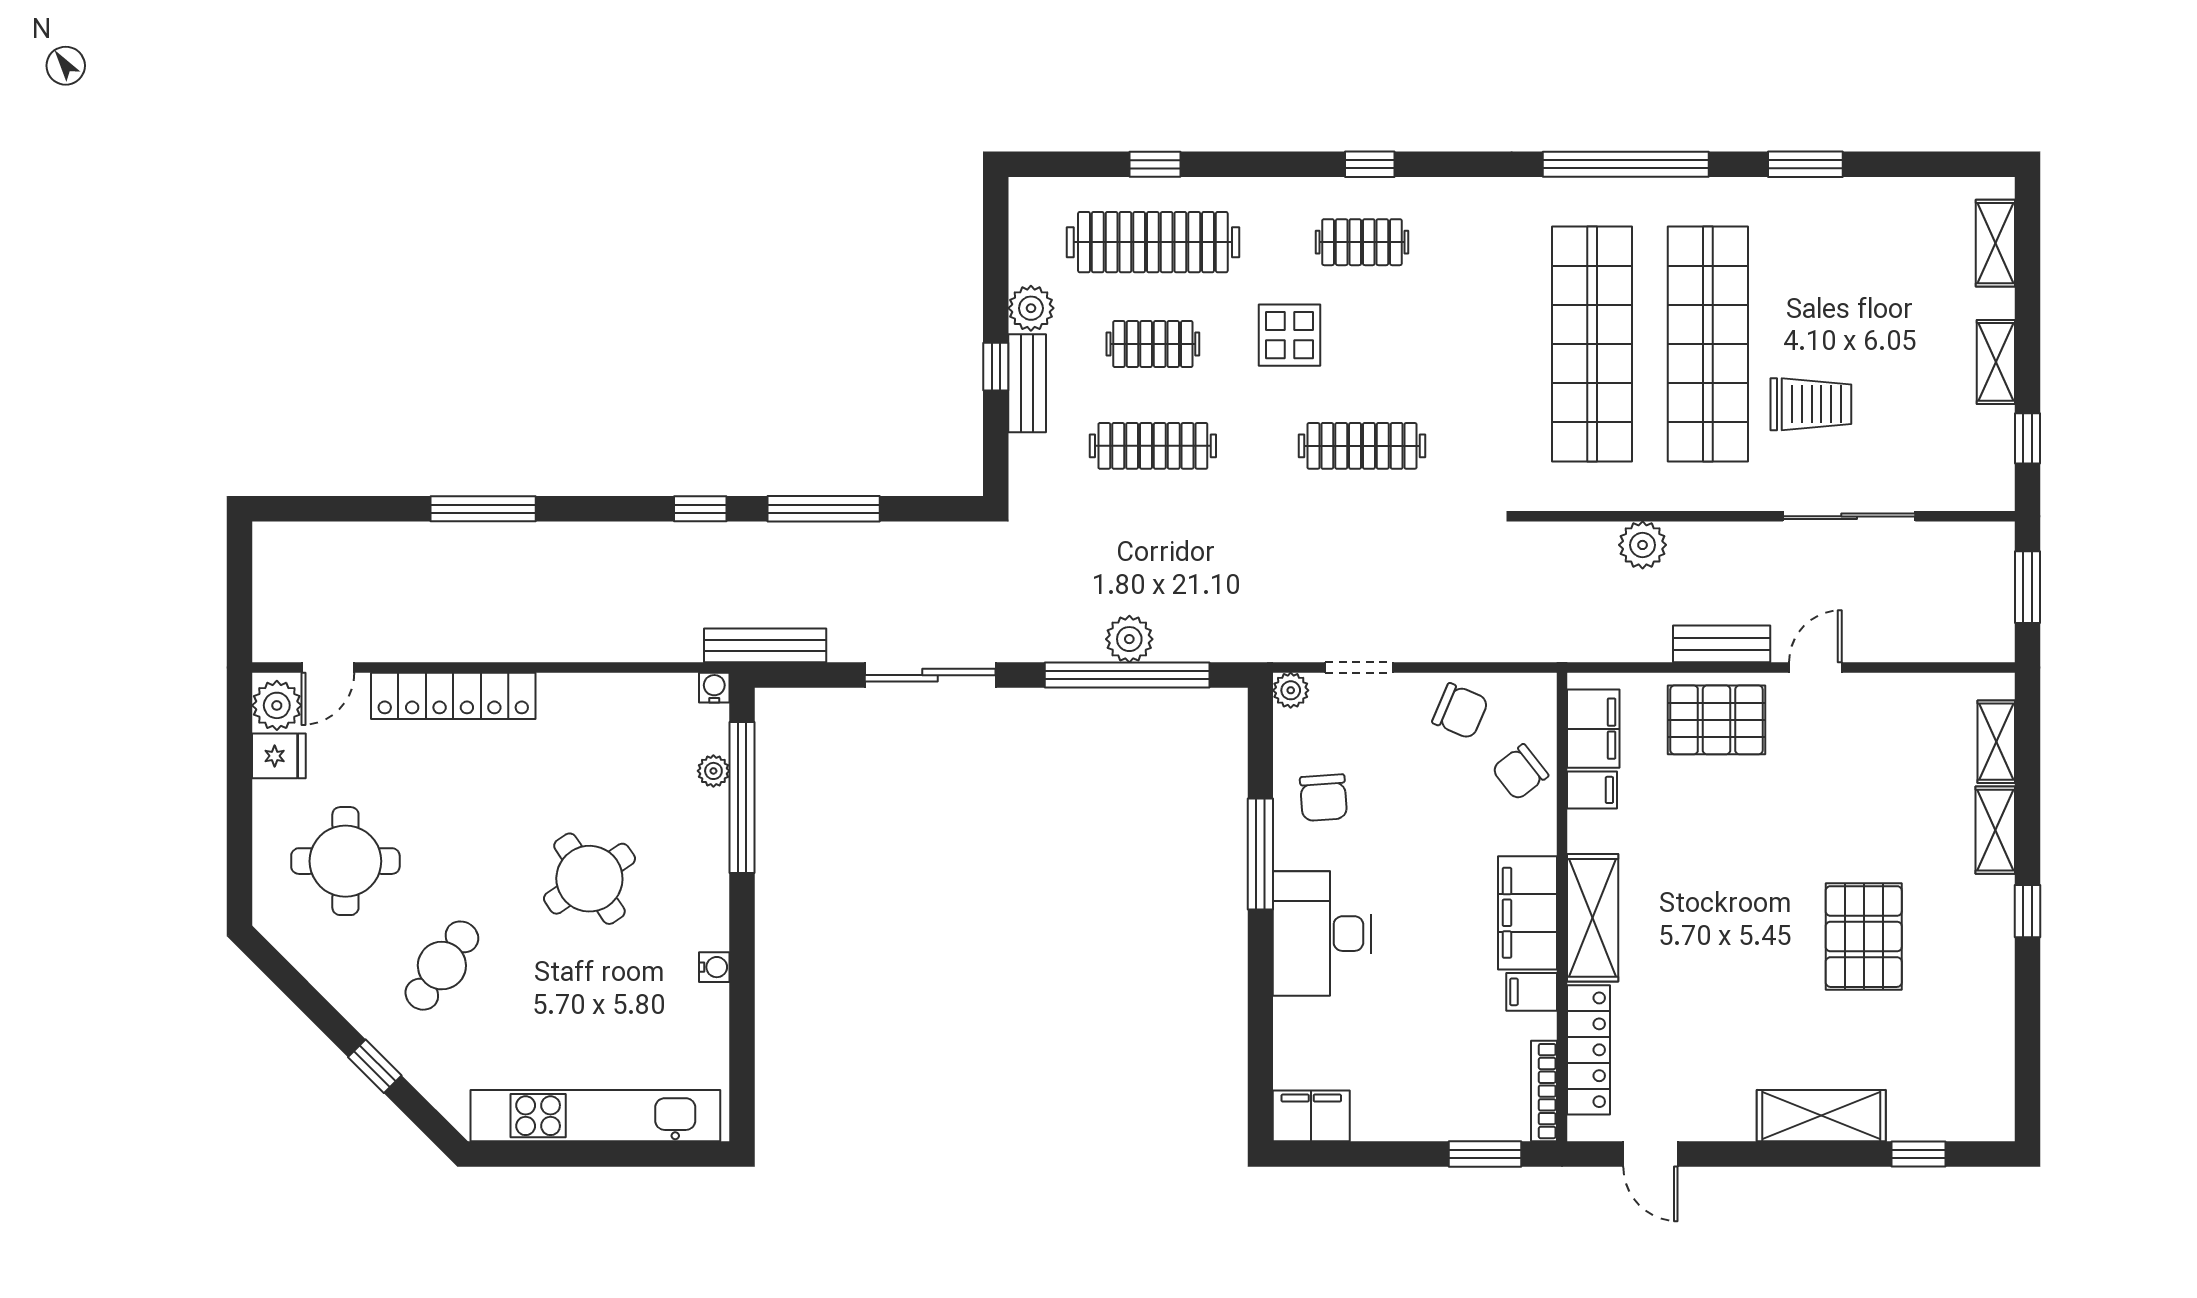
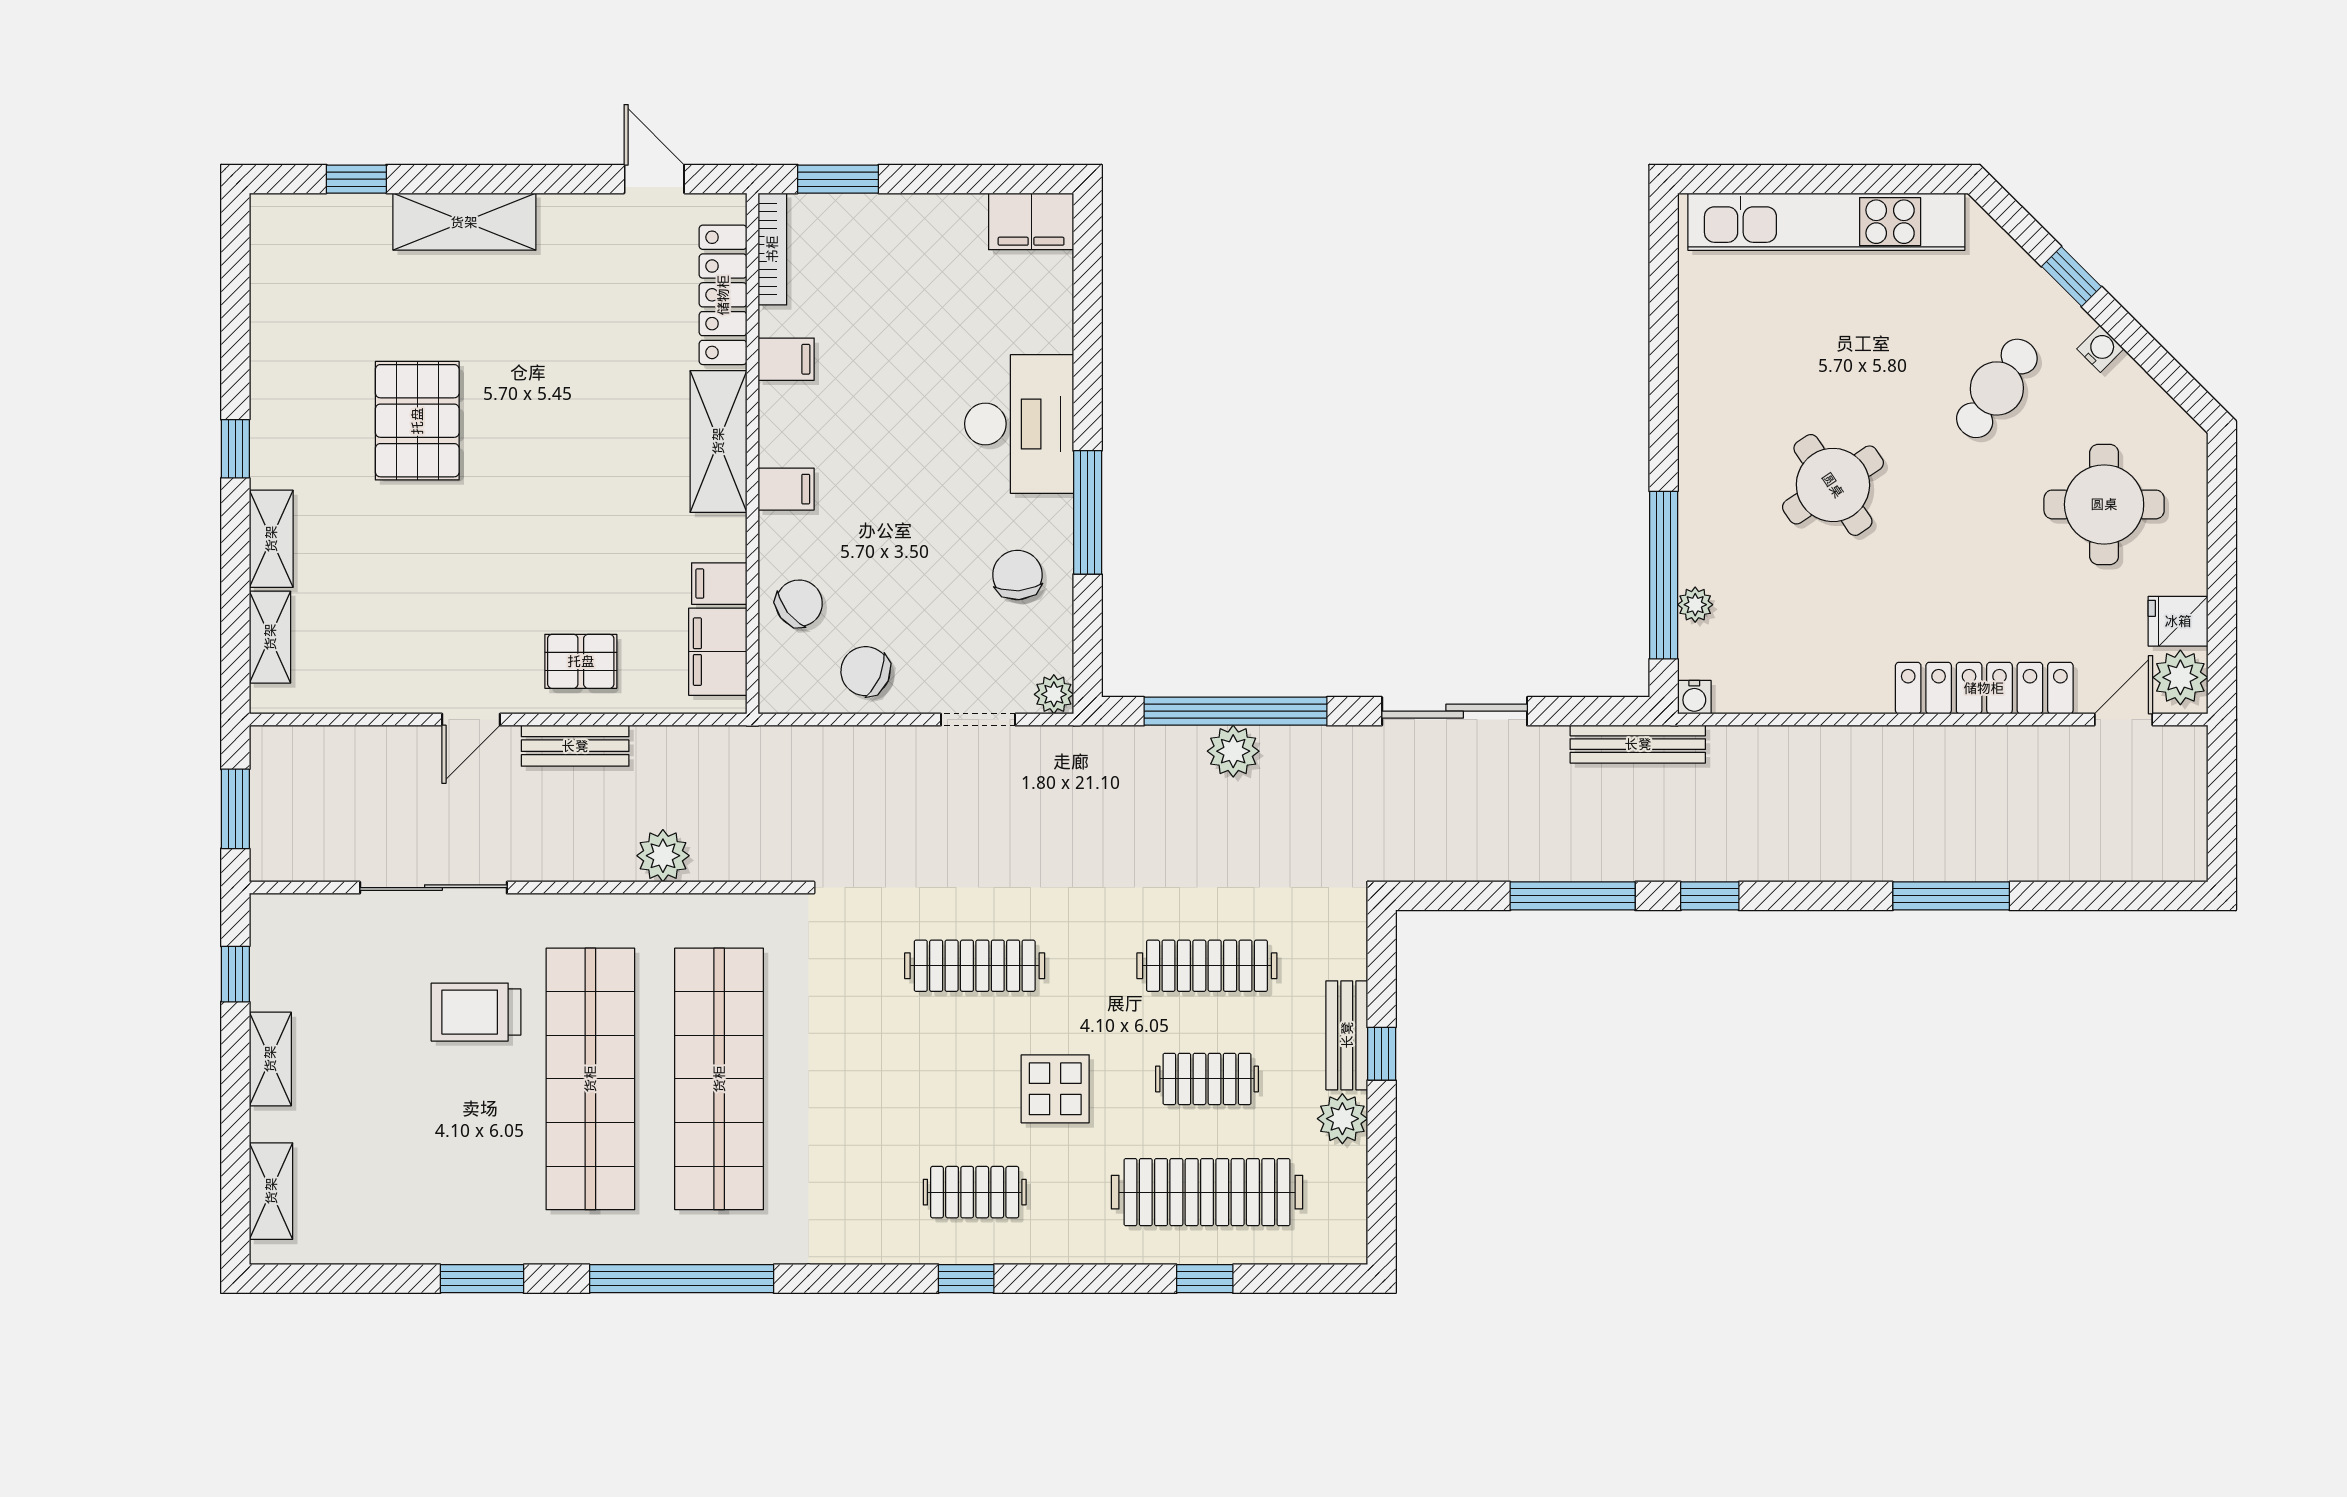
pallet: (1717, 720) -> (581, 661), width x0.67, depth x0.71
filing cabinet: (1528, 913) -> (786, 489), width x0.33, depth x0.86
water cooler: (714, 967) -> (2100, 349), moved, turned 135

